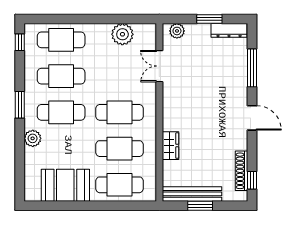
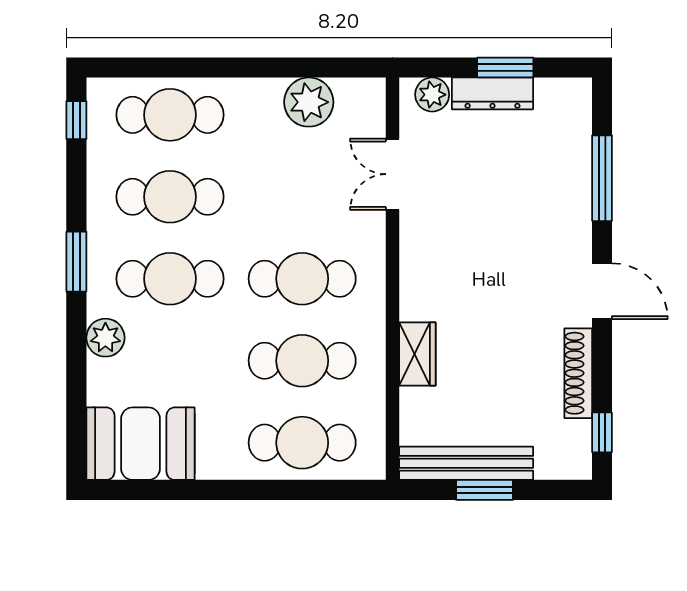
dresser: (229, 30) -> (492, 93), moved
shoe rack: (241, 171) -> (578, 373), moved
booth: (65, 185) -> (141, 444), moved

